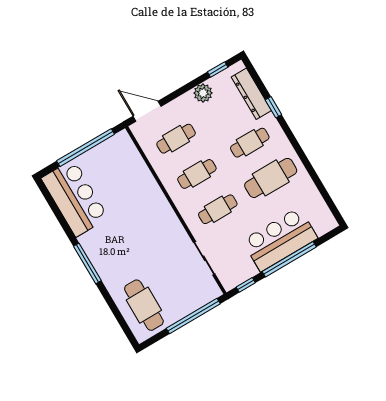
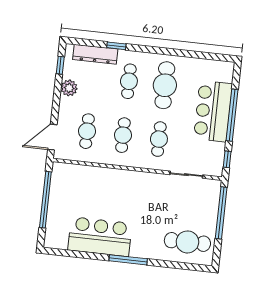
bar counter: (75, 198) -> (100, 237), moved

